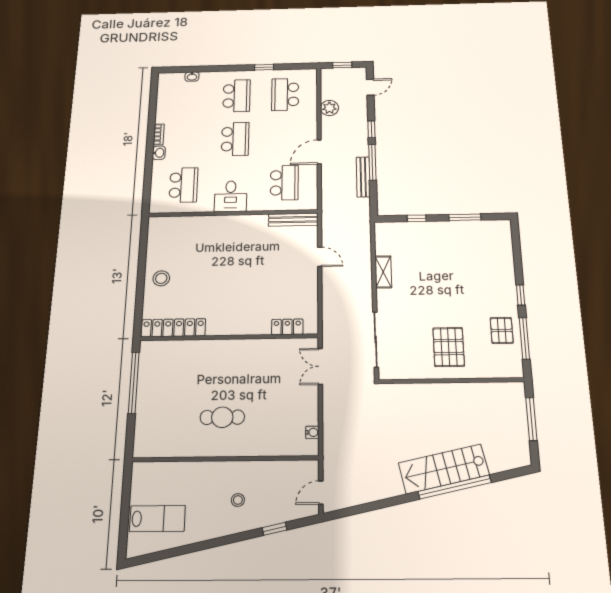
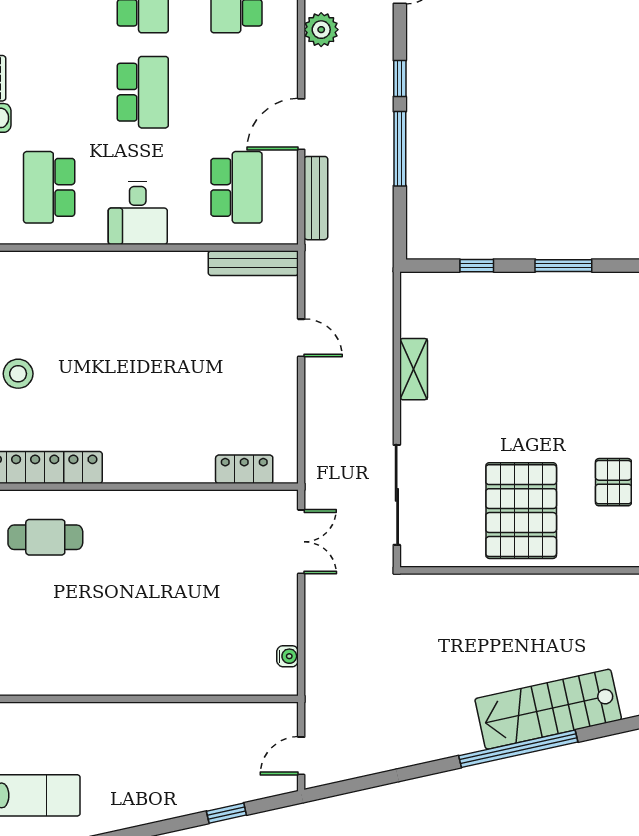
bench: (363, 177) -> (316, 198), moved
school desk: (183, 185) -> (49, 187), turned 180
pallet: (449, 347) -> (521, 511), width x1.37, depth x1.41
double door: (320, 366) -> (301, 542), swing flipped
cafe table: (222, 417) -> (45, 537), moved
stairs: (444, 469) -> (548, 709), moved
stool: (238, 500) -> (166, 767), removed

